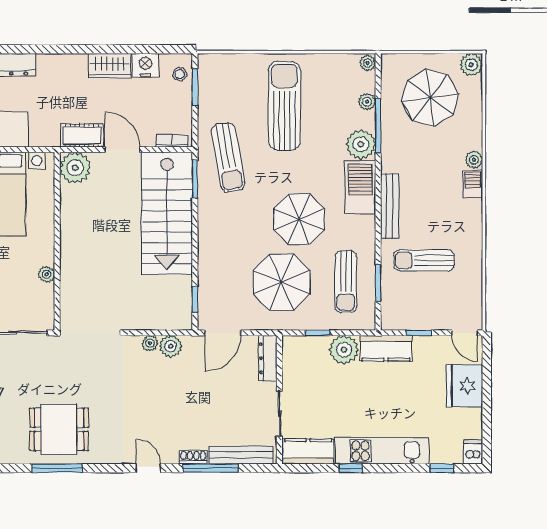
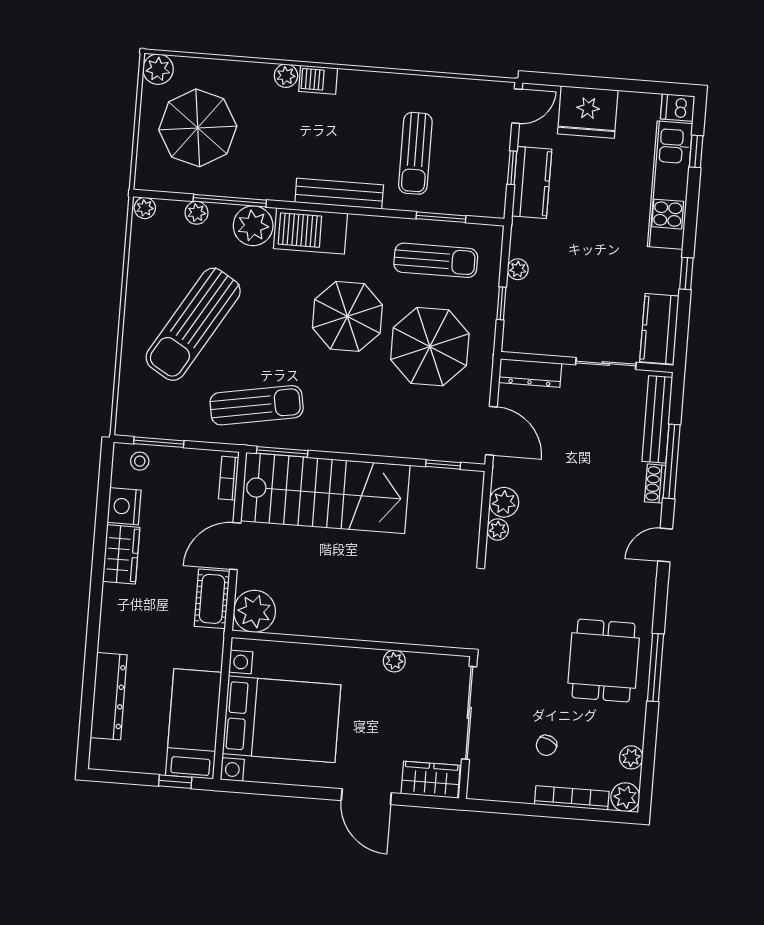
sun lounger: (284, 106) -> (193, 324), turned -59
kitchen counter: (386, 348) -> (532, 183), moved
plant: (344, 350) -> (518, 269), width x0.53, depth x0.53
kitchen unit: (382, 451) -> (670, 185), moved

